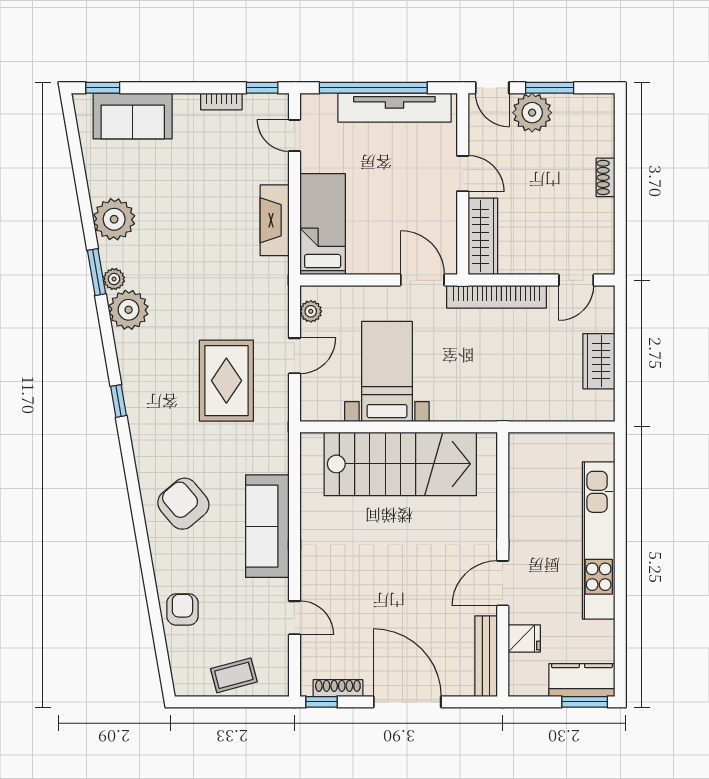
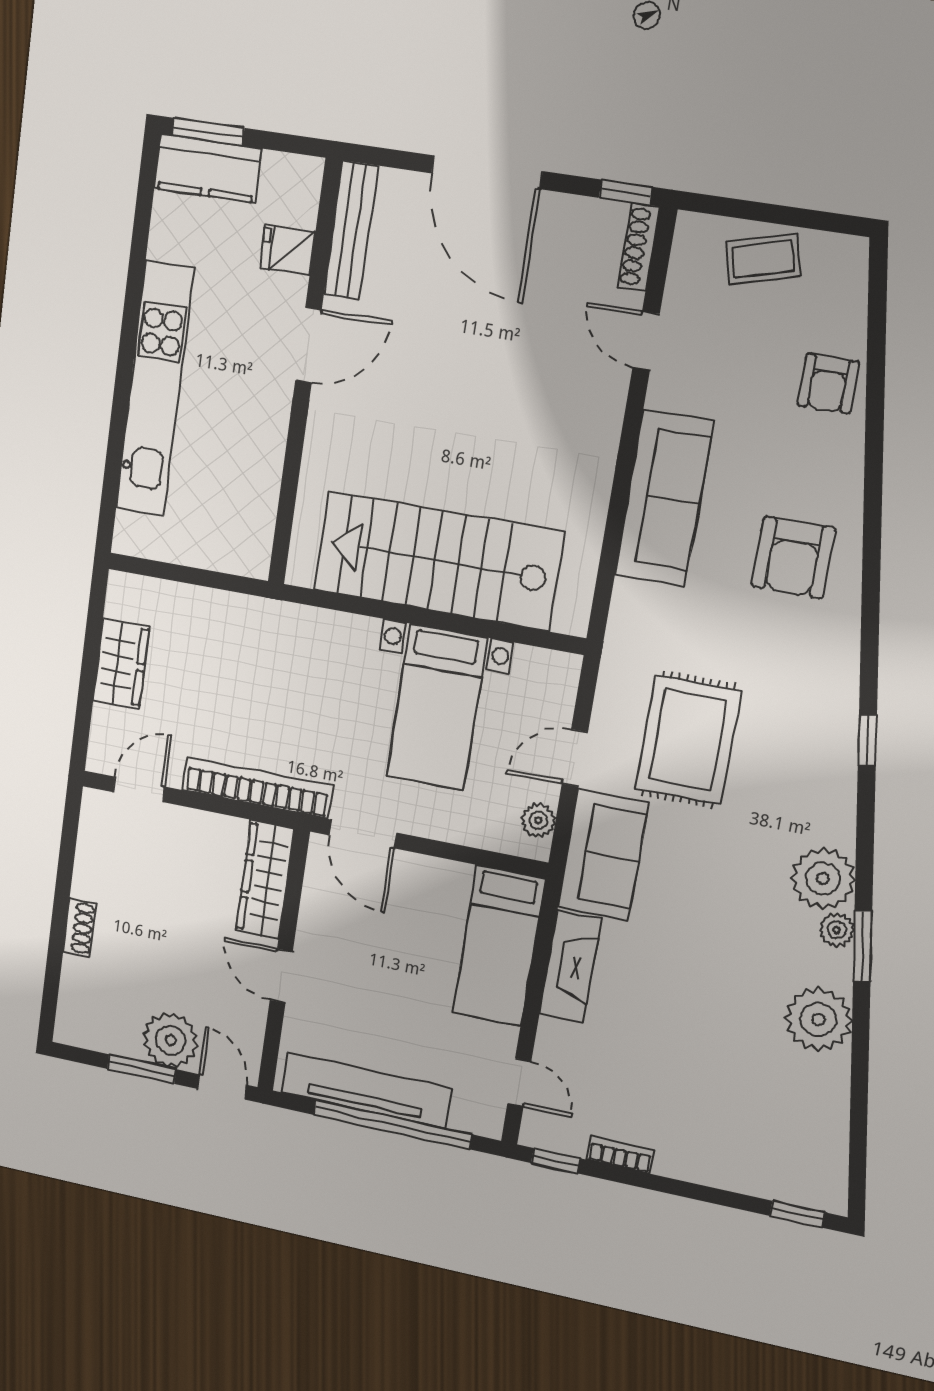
sofa: (133, 116) -> (603, 855), moved, turned 90
armchair: (183, 504) -> (793, 558), turned 40
shoe rack: (338, 688) -> (639, 247), moved, turned 90

